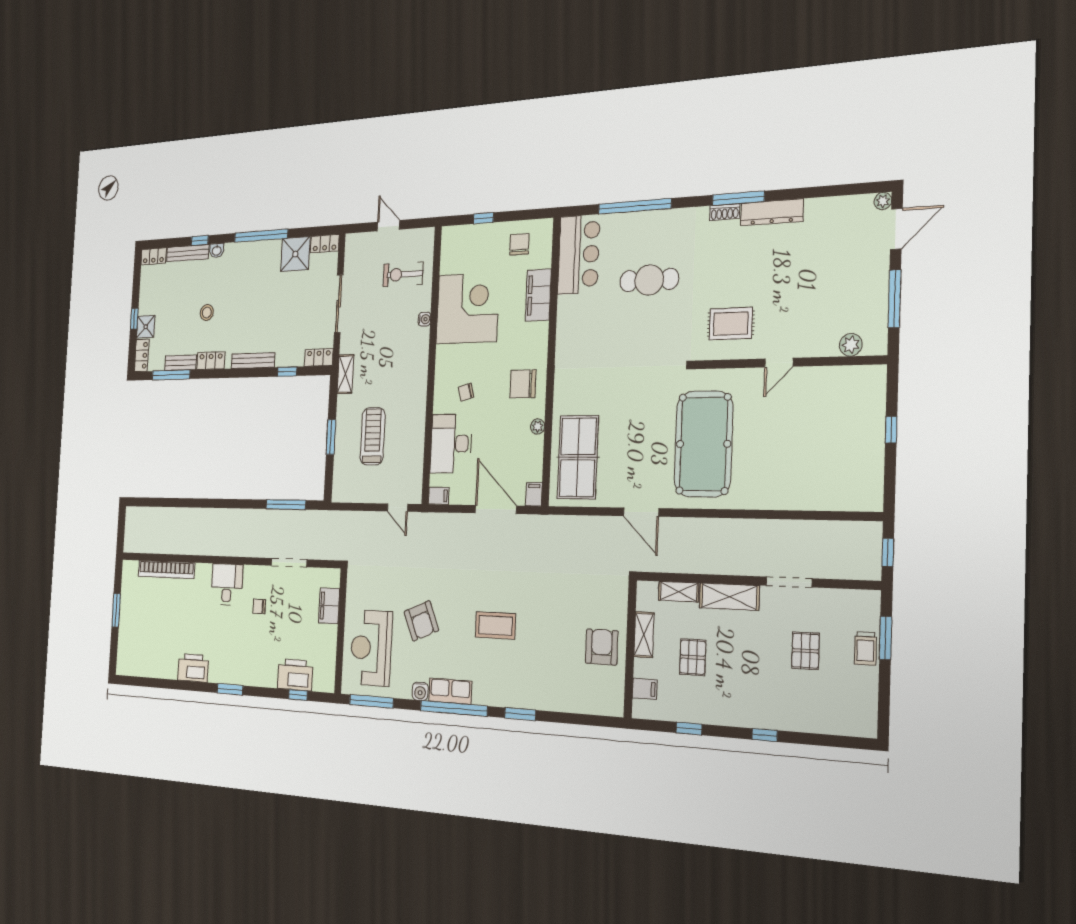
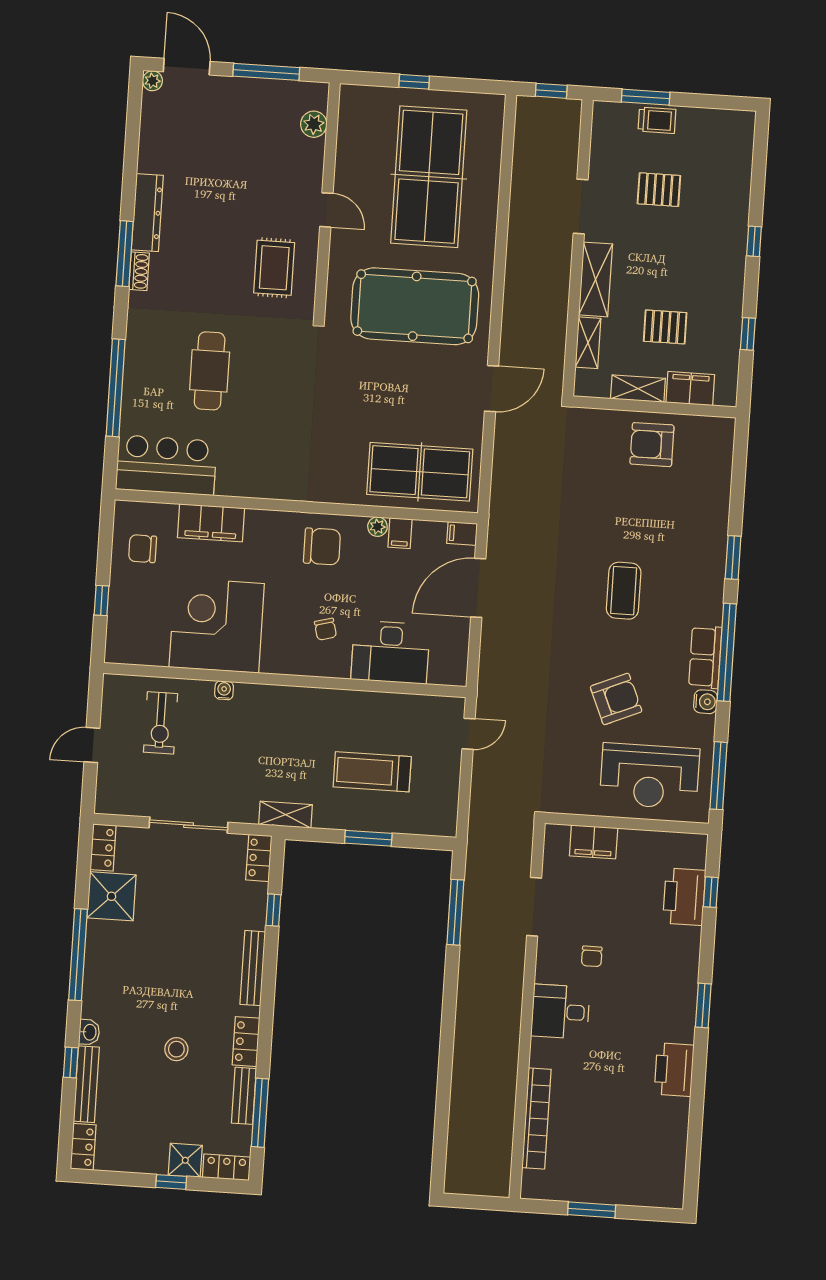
chair: (523, 384) -> (322, 546), turned -90
table tennis table: (810, 448) -> (429, 177), added
filing cabinet: (439, 496) -> (400, 533), moved, turned 180
filing cabinet: (645, 689) -> (690, 389), width x2.00

